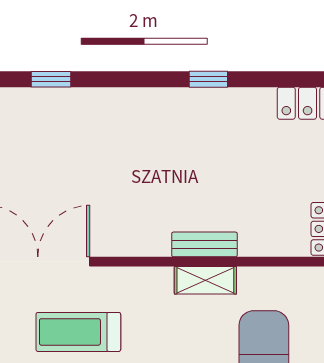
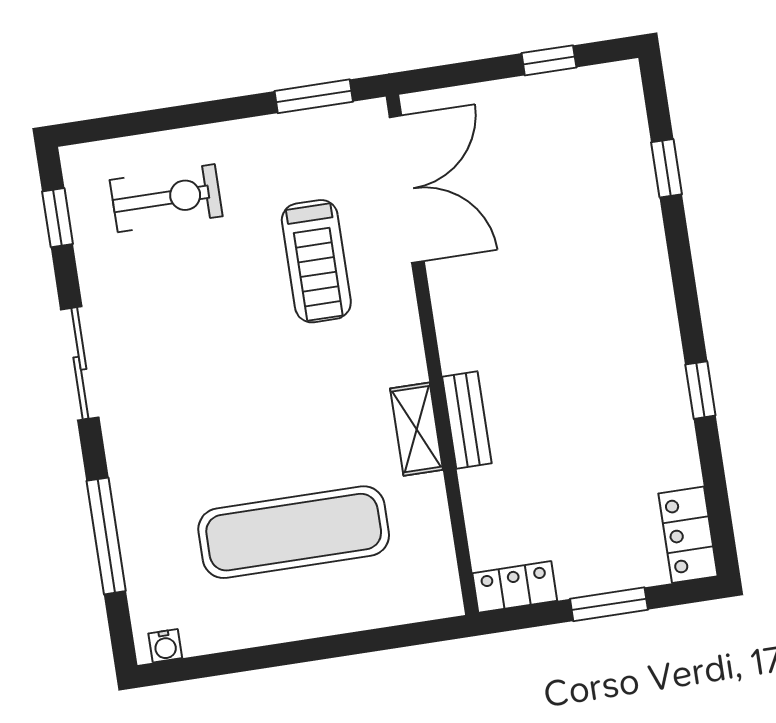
treadmill: (78, 332) -> (316, 261), turned 180

